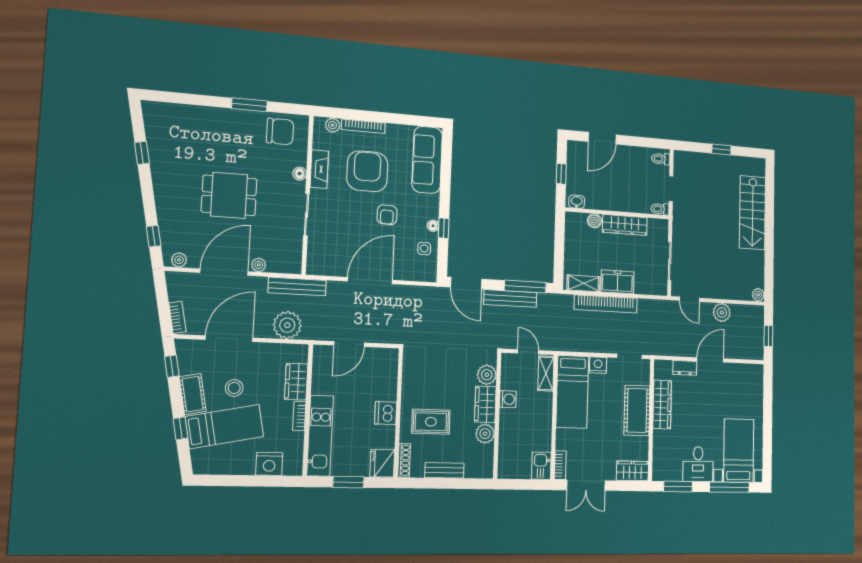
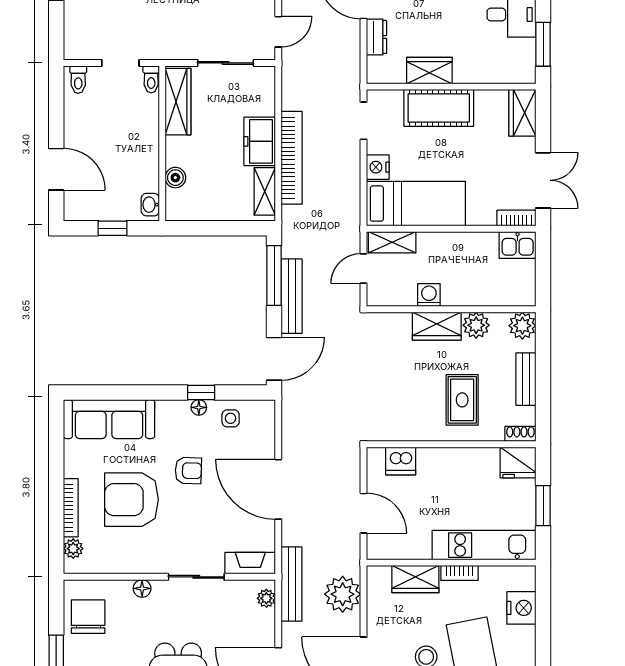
fireplace: (319, 169) -> (250, 563), moved
wardrobe: (625, 225) -> (178, 102), moved
plant: (259, 265) -> (266, 598), moved
plant: (487, 375) -> (522, 326), moved
wardrobe: (662, 405) -> (429, 71), width x0.67
dishwasher: (386, 413) -> (401, 461), moved
shoe rack: (404, 460) -> (520, 434), width x0.70

